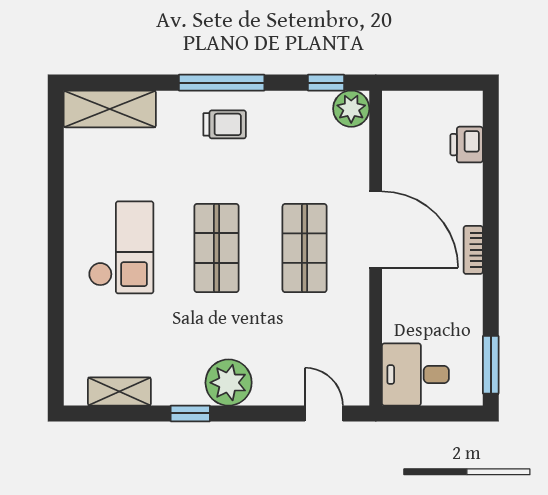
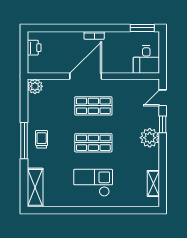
window: (326, 83) -> (24, 97), removed
printer: (467, 145) -> (34, 48), moved, turned -90
window: (190, 413) -> (163, 124), moved

